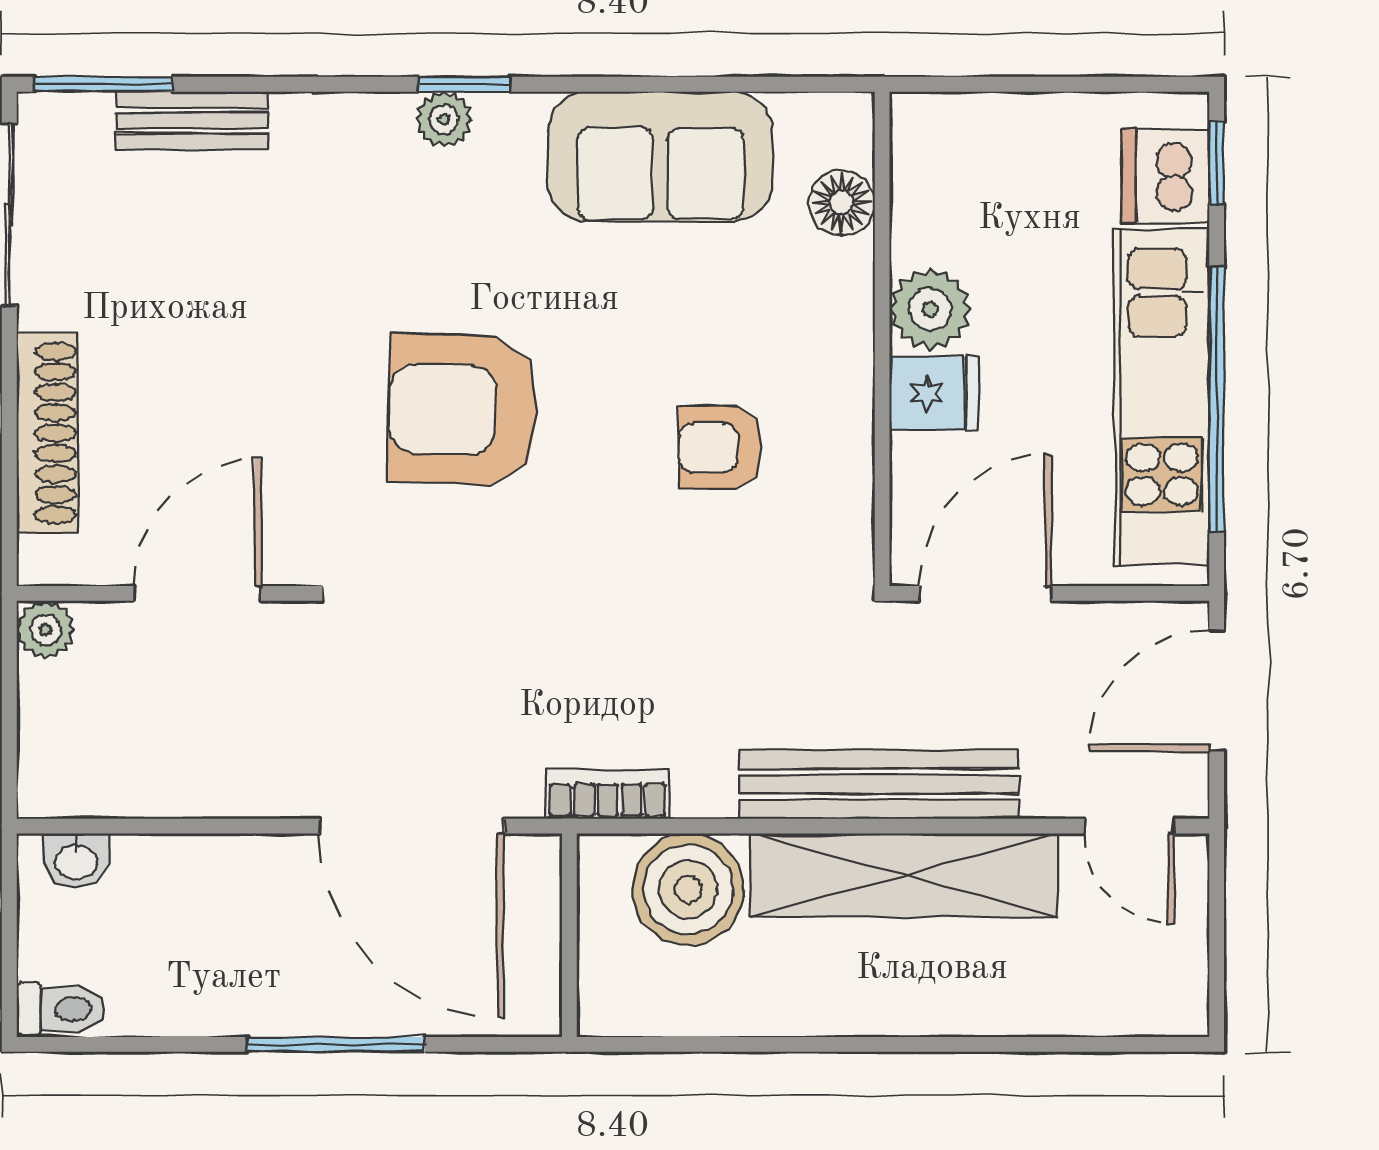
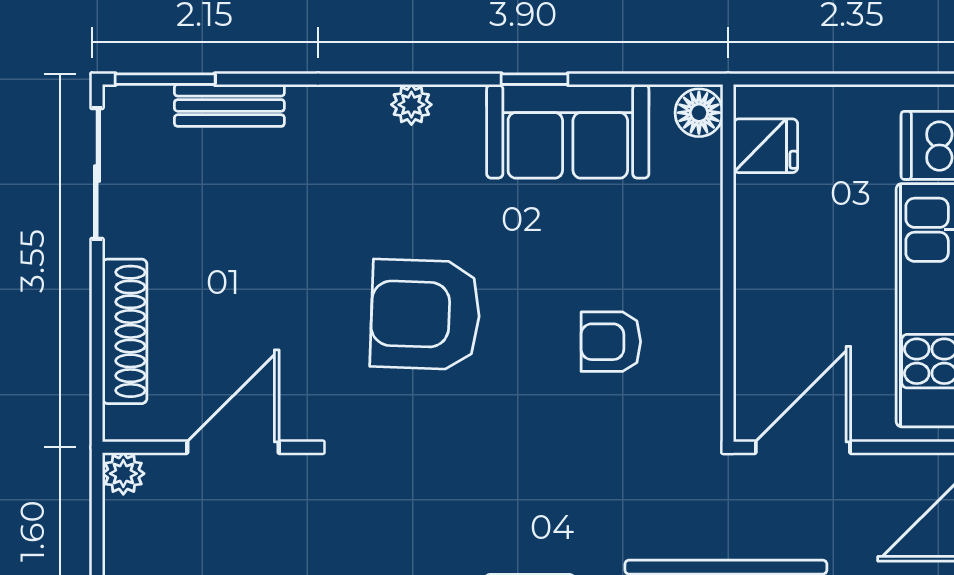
window: (464, 84) -> (535, 79), moved
floor lamp: (842, 203) -> (699, 113), moved
plant: (930, 309) -> (763, 242), removed
fridge: (934, 393) -> (766, 146), moved

